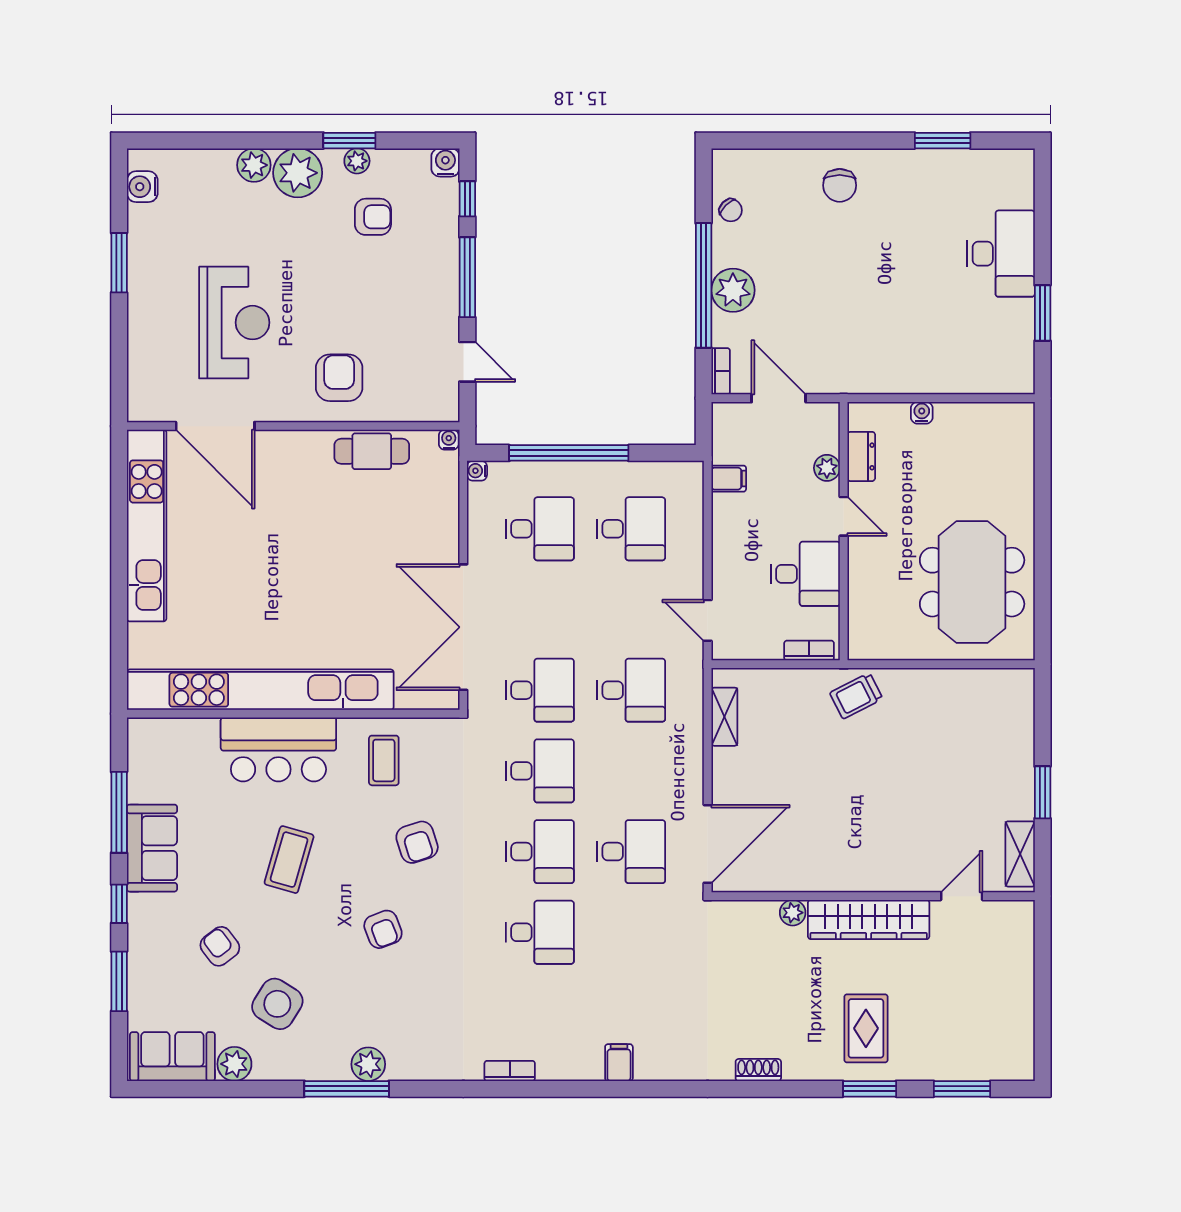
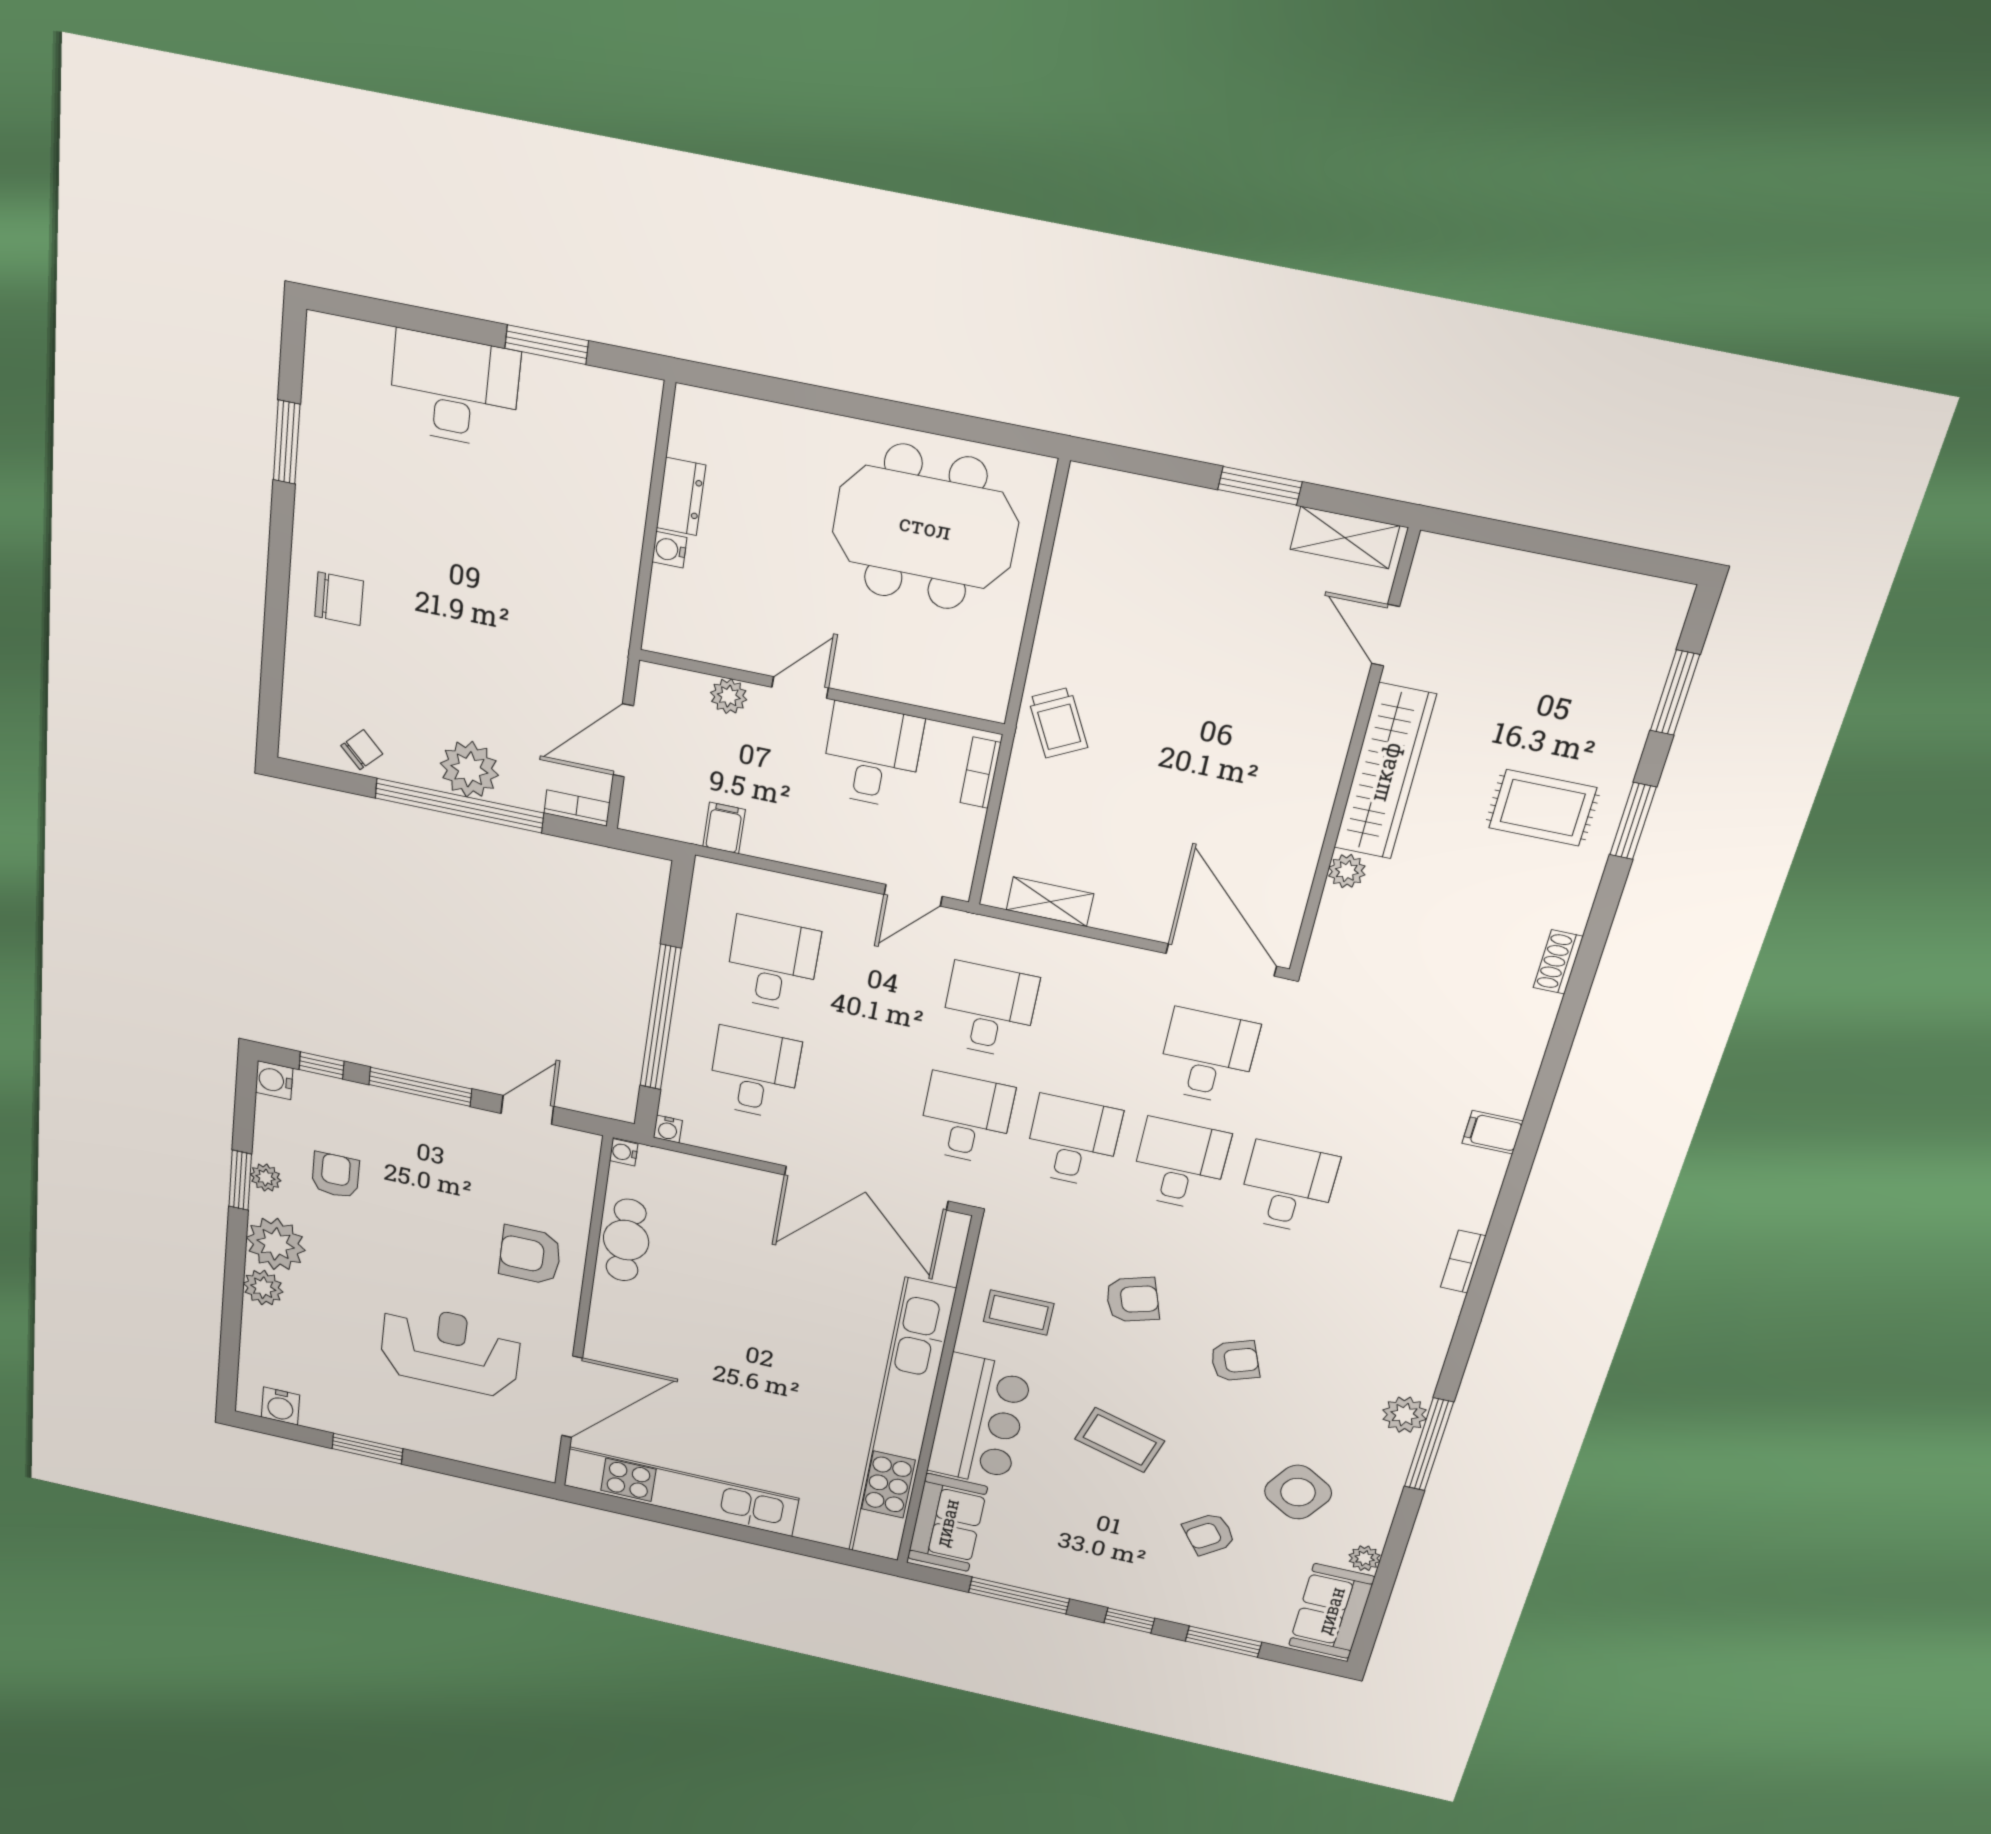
dresser: (861, 456) -> (681, 496), moved, turned 90
sofa: (152, 848) -> (947, 1523), moved, turned 90
plant: (234, 1064) -> (1365, 1558), width x0.73, depth x0.73

